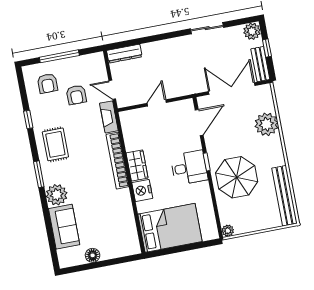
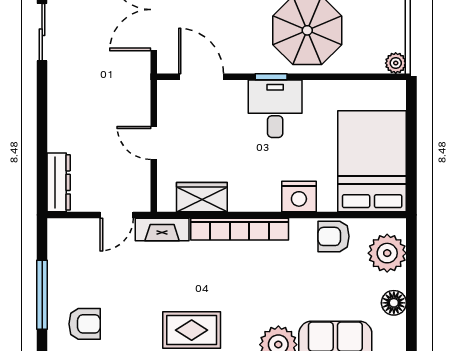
armchair: (76, 95) -> (334, 236), moved, turned 180
wardrobe: (137, 166) -> (202, 197), moved
plant: (120, 246) -> (387, 253), added

